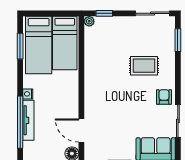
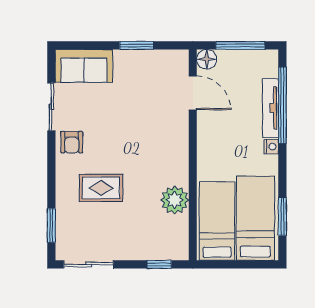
plant: (89, 21) -> (175, 200), moved, width x1.88, depth x1.88

